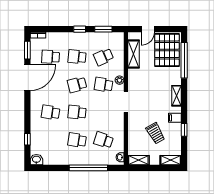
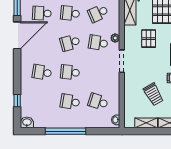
pallet: (151, 81) -> (149, 39), added
shelving: (138, 160) -> (146, 123), moved
window: (88, 168) -> (66, 131), moved

